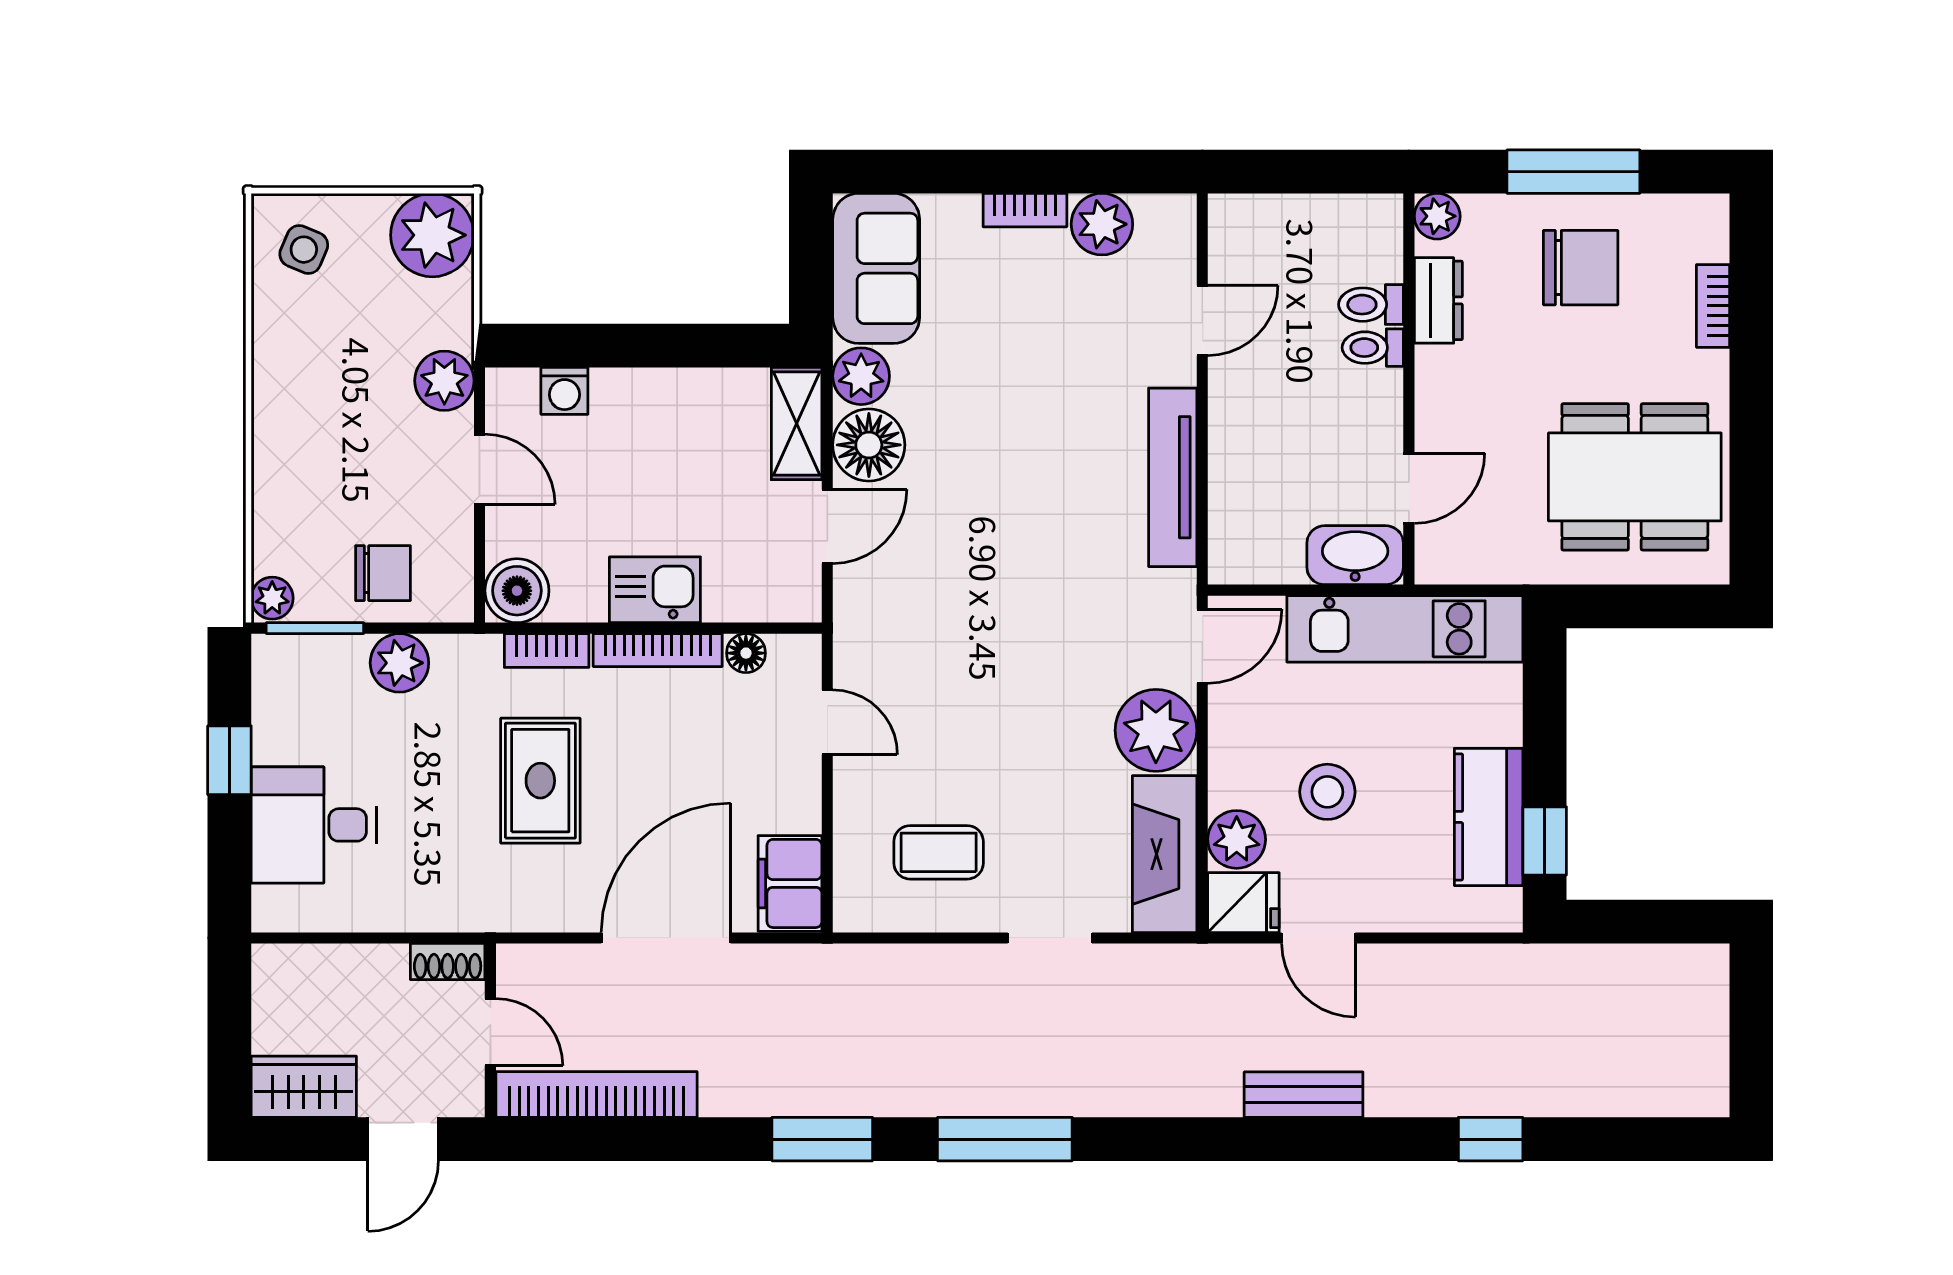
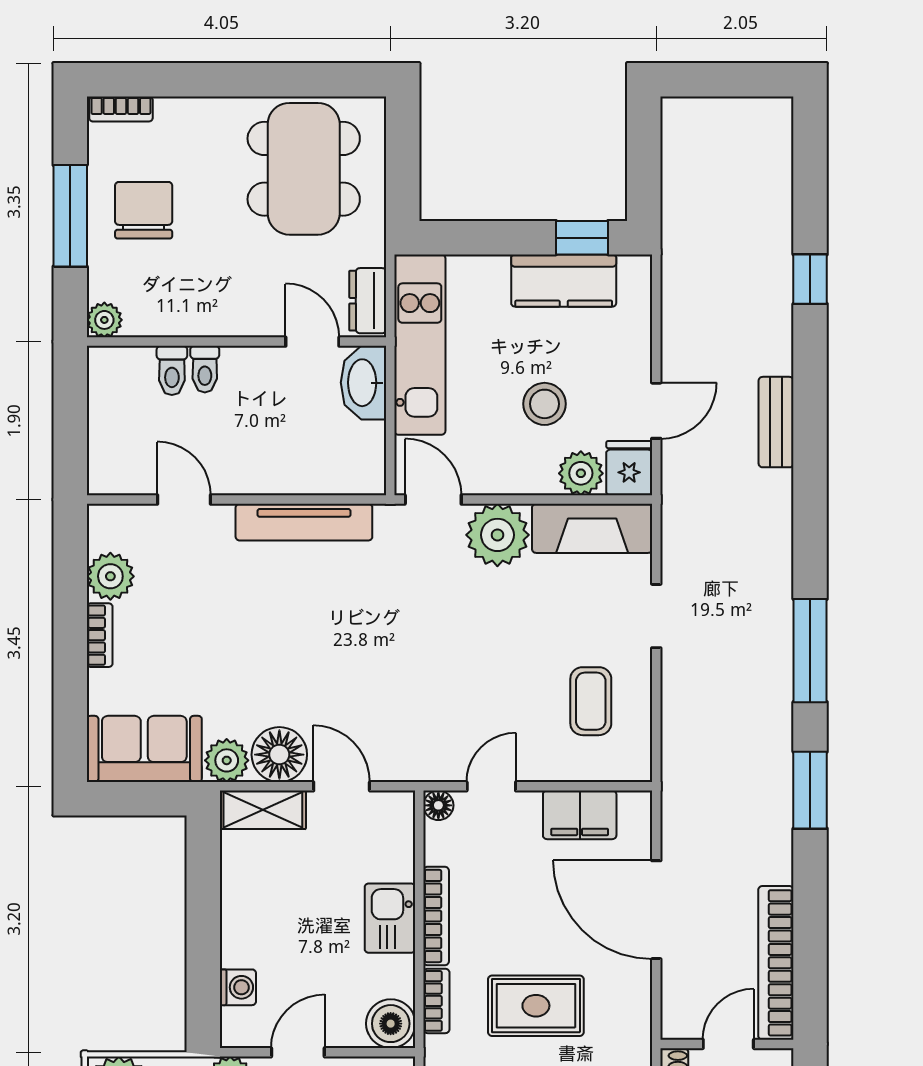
dresser: (1438, 300) -> (368, 301), moved, turned -90
bookcase: (1713, 306) -> (121, 109), moved
floor lamp: (746, 653) -> (438, 805), moved
filing cabinet: (790, 883) -> (580, 815), moved

